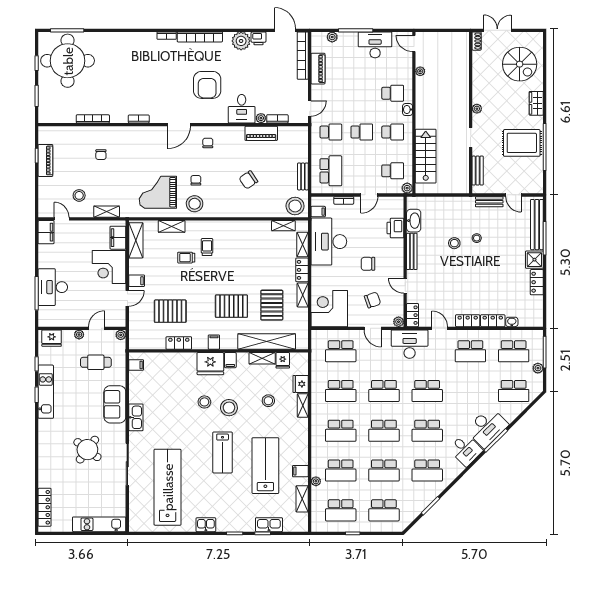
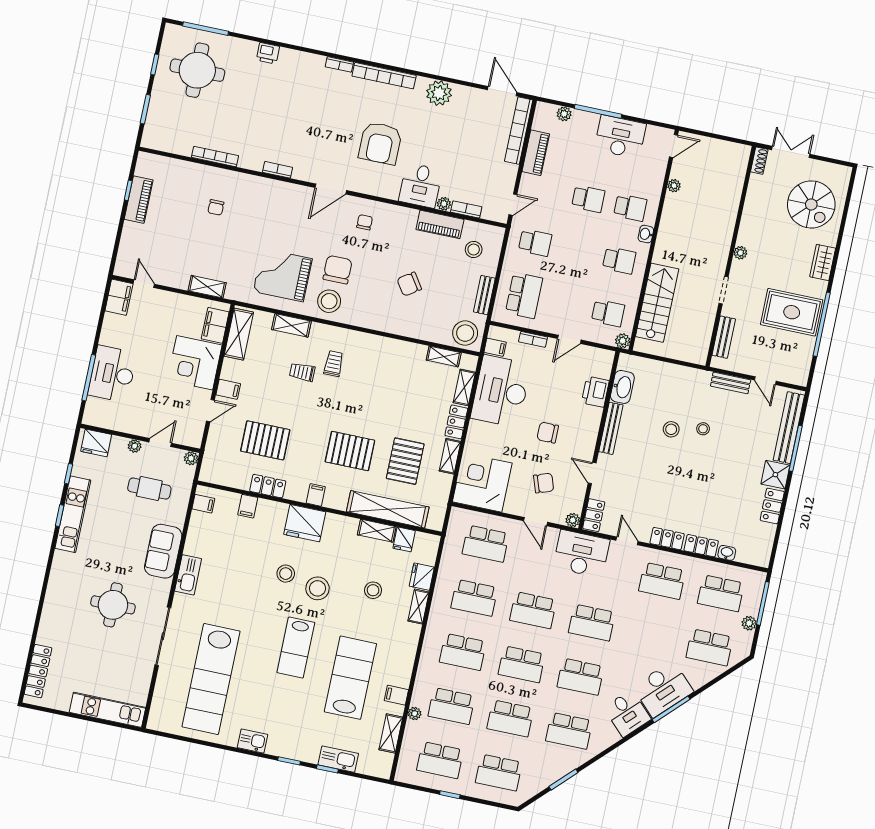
printer: (259, 38) -> (268, 53), moved
door: (414, 43) -> (674, 146), swing flipped
round table: (68, 61) -> (197, 70), width x0.73, depth x0.73
school desk: (362, 132) -> (588, 199), moved
chair: (196, 180) -> (338, 270), width x1.87, depth x1.87
stool: (79, 195) -> (474, 249), moved
filing cabinet: (230, 360) -> (248, 506), moved
round table: (87, 450) -> (113, 605), turned -37
lab bench: (168, 487) -> (211, 679), turned 180

